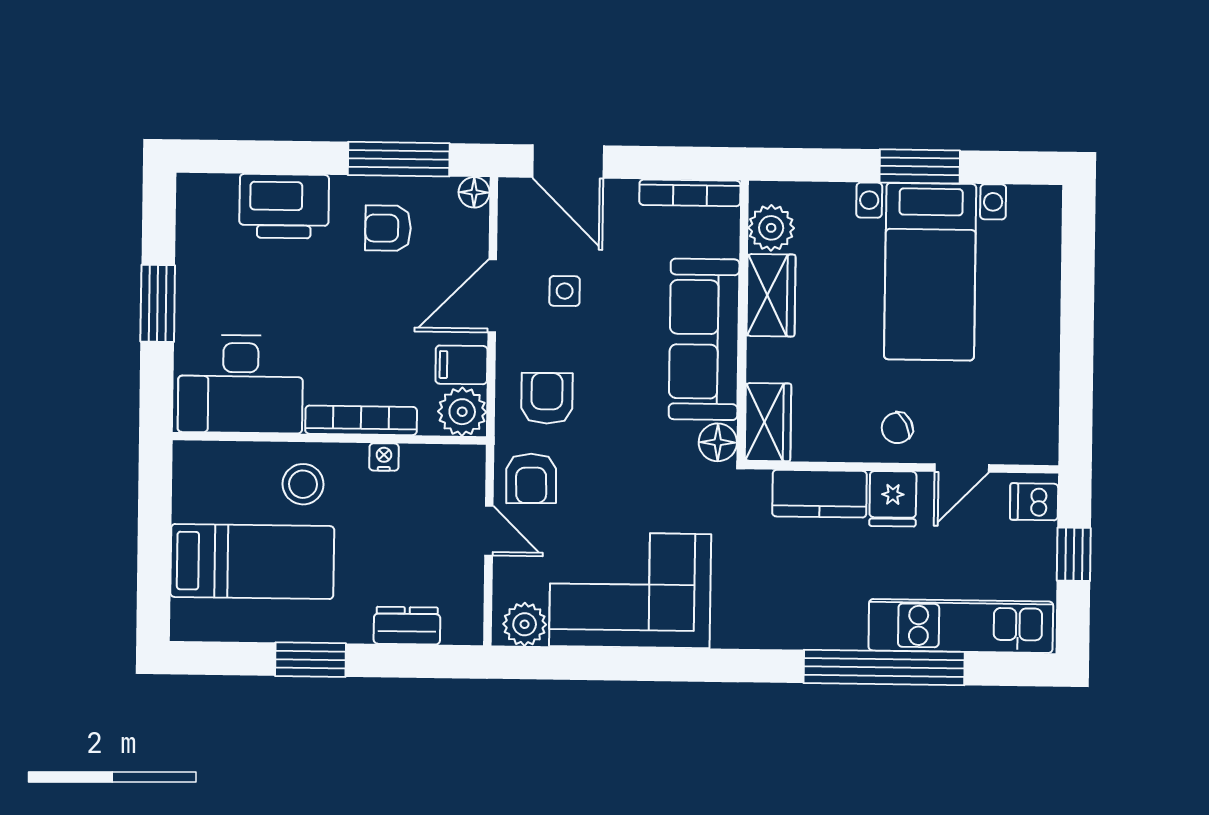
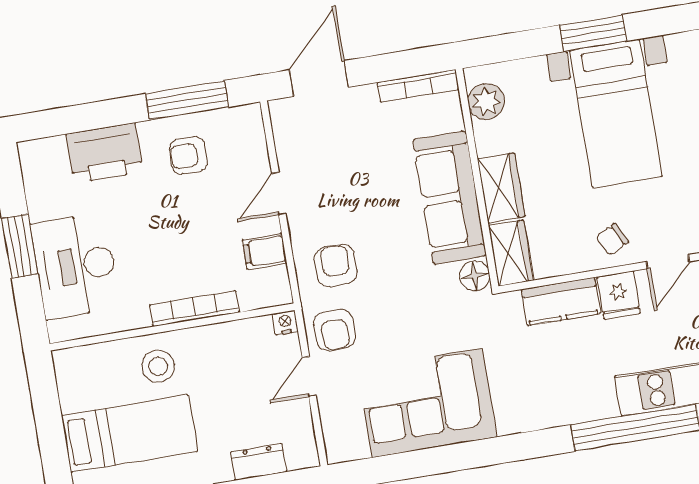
door: (568, 162) -> (319, 78), swing flipped
floor lamp: (474, 192) -> (250, 116), removed
side table: (565, 291) -> (334, 180), removed
wardrobe: (771, 295) -> (501, 188), moved
door: (492, 296) -> (279, 193), width x0.73
desk: (240, 384) -> (76, 266), moved, turned 90
plant: (462, 412) -> (272, 288), removed
nightstand: (384, 457) -> (285, 323), moved
door: (489, 531) -> (309, 376), swing flipped
plant: (525, 624) -> (350, 444), removed

